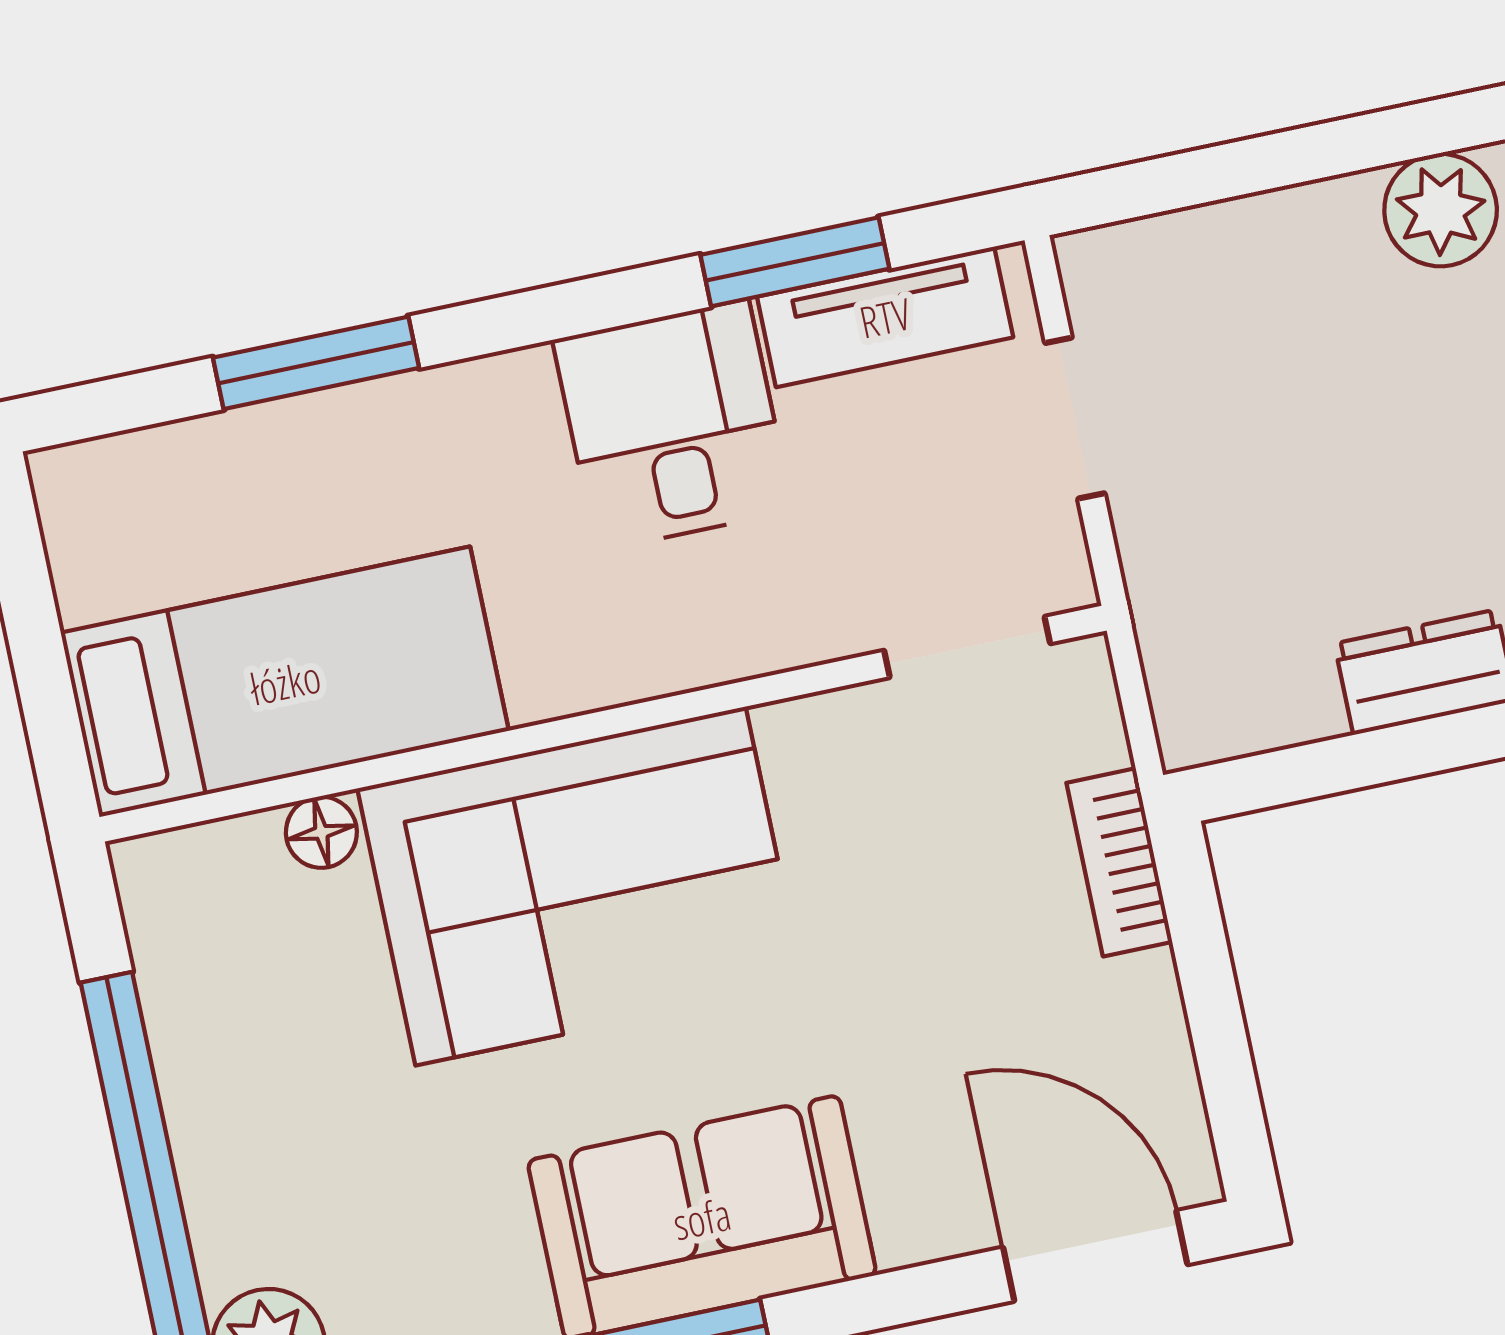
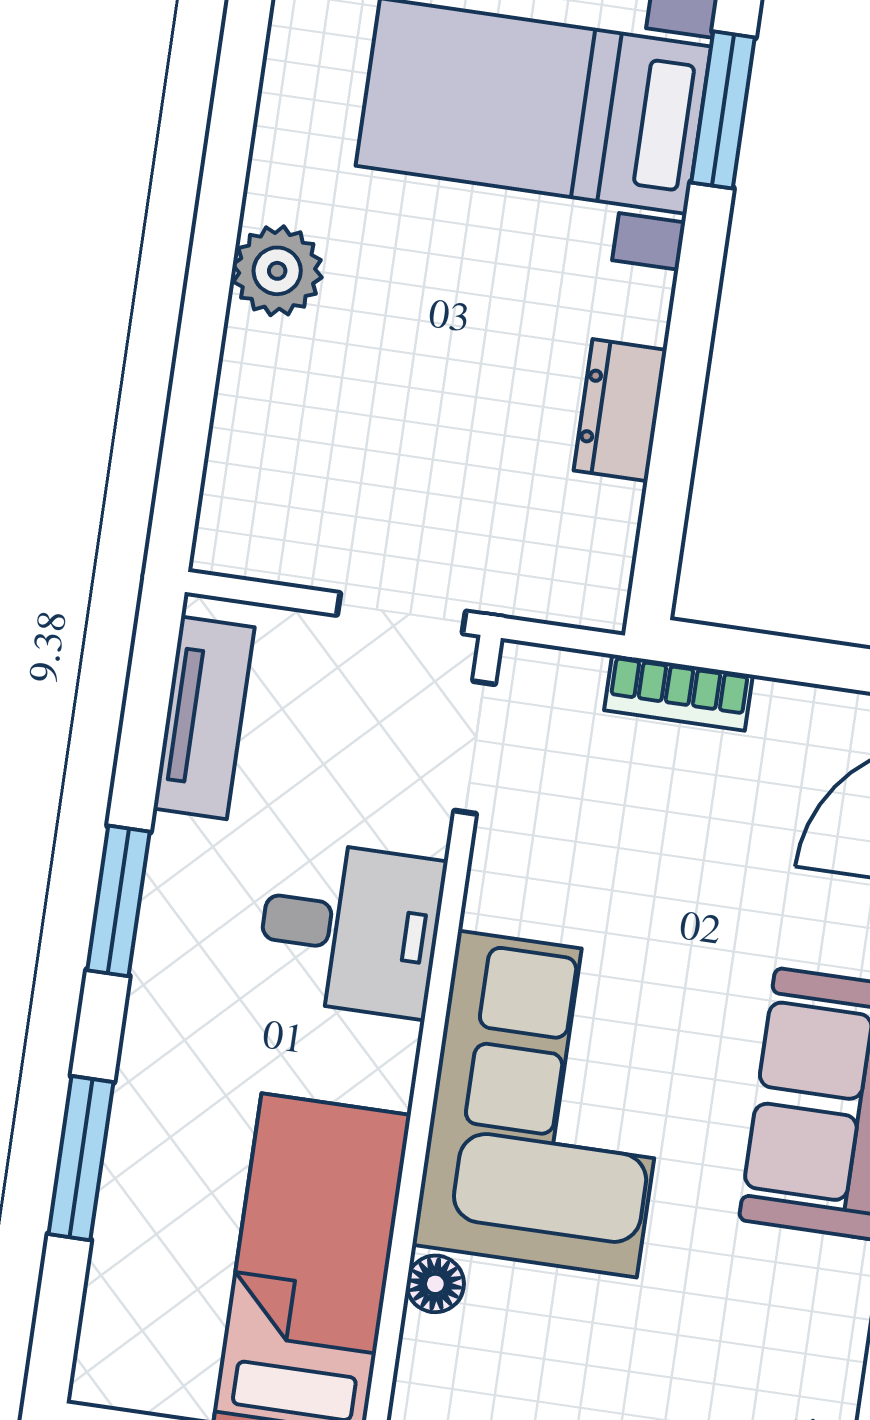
window: (795, 262) -> (118, 901), moved
doorway: (1075, 418) -> (401, 613), moved
desk: (673, 425) -> (350, 928), moved, turned 180

